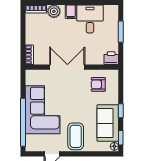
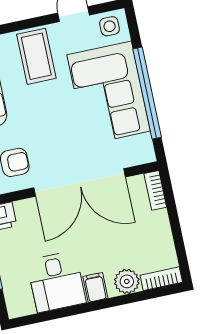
double door: (67, 67) -> (80, 182), width x1.36
window: (23, 122) -> (147, 93), moved
side table: (35, 144) -> (110, 26), added

